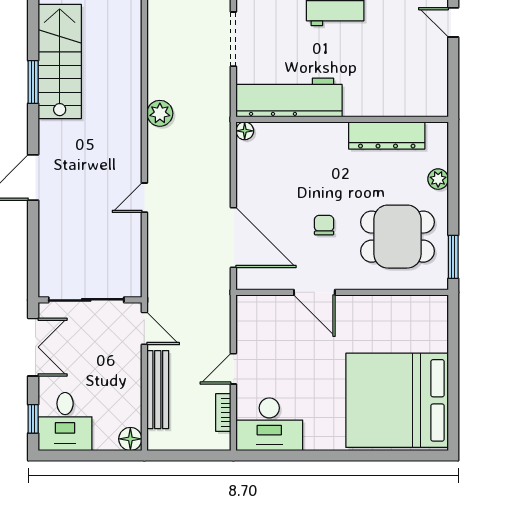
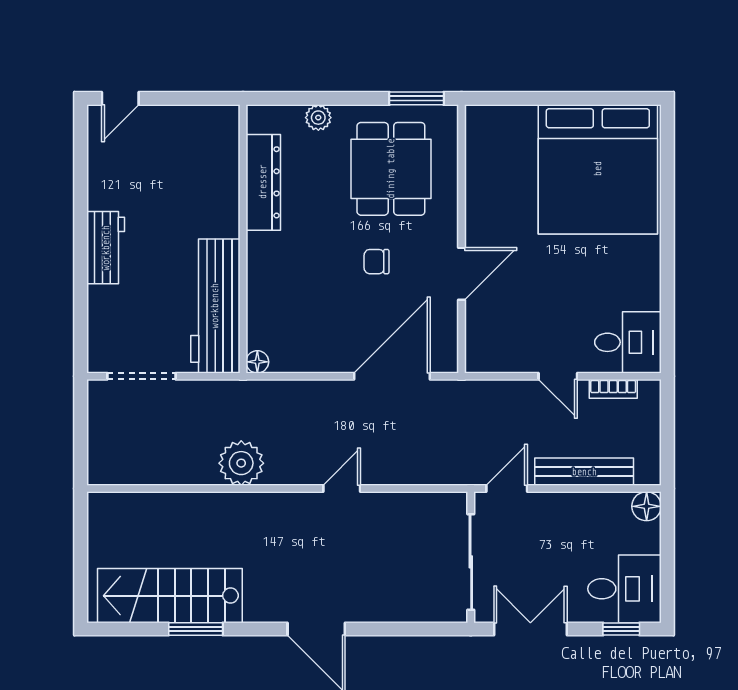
plant: (160, 113) -> (241, 463), width x1.36, depth x1.36
door: (144, 198) -> (342, 489), swing flipped
desk: (269, 424) -> (628, 342), width x0.73

